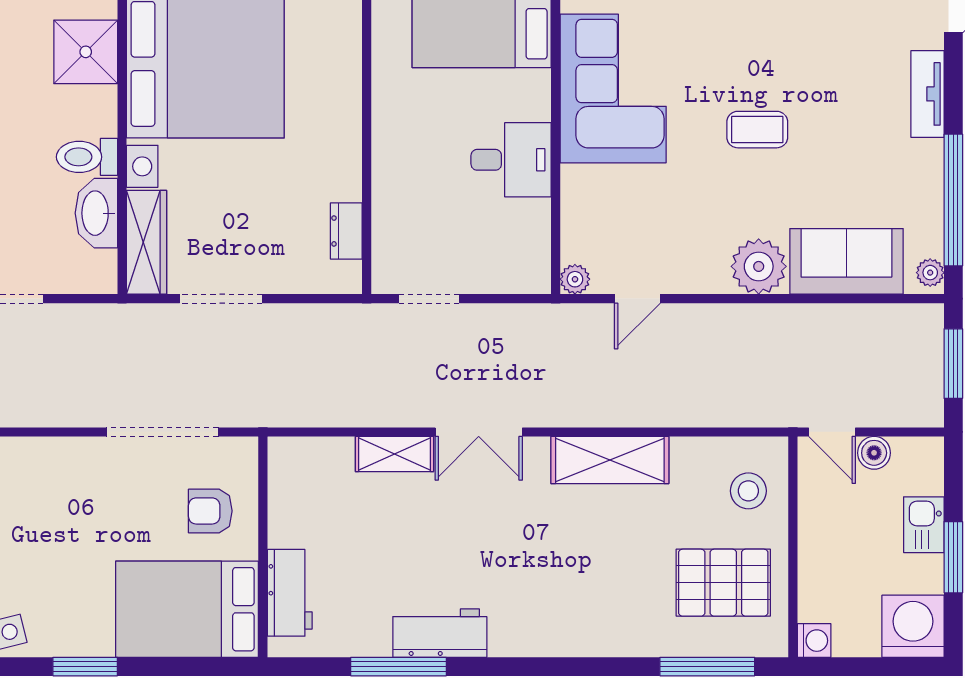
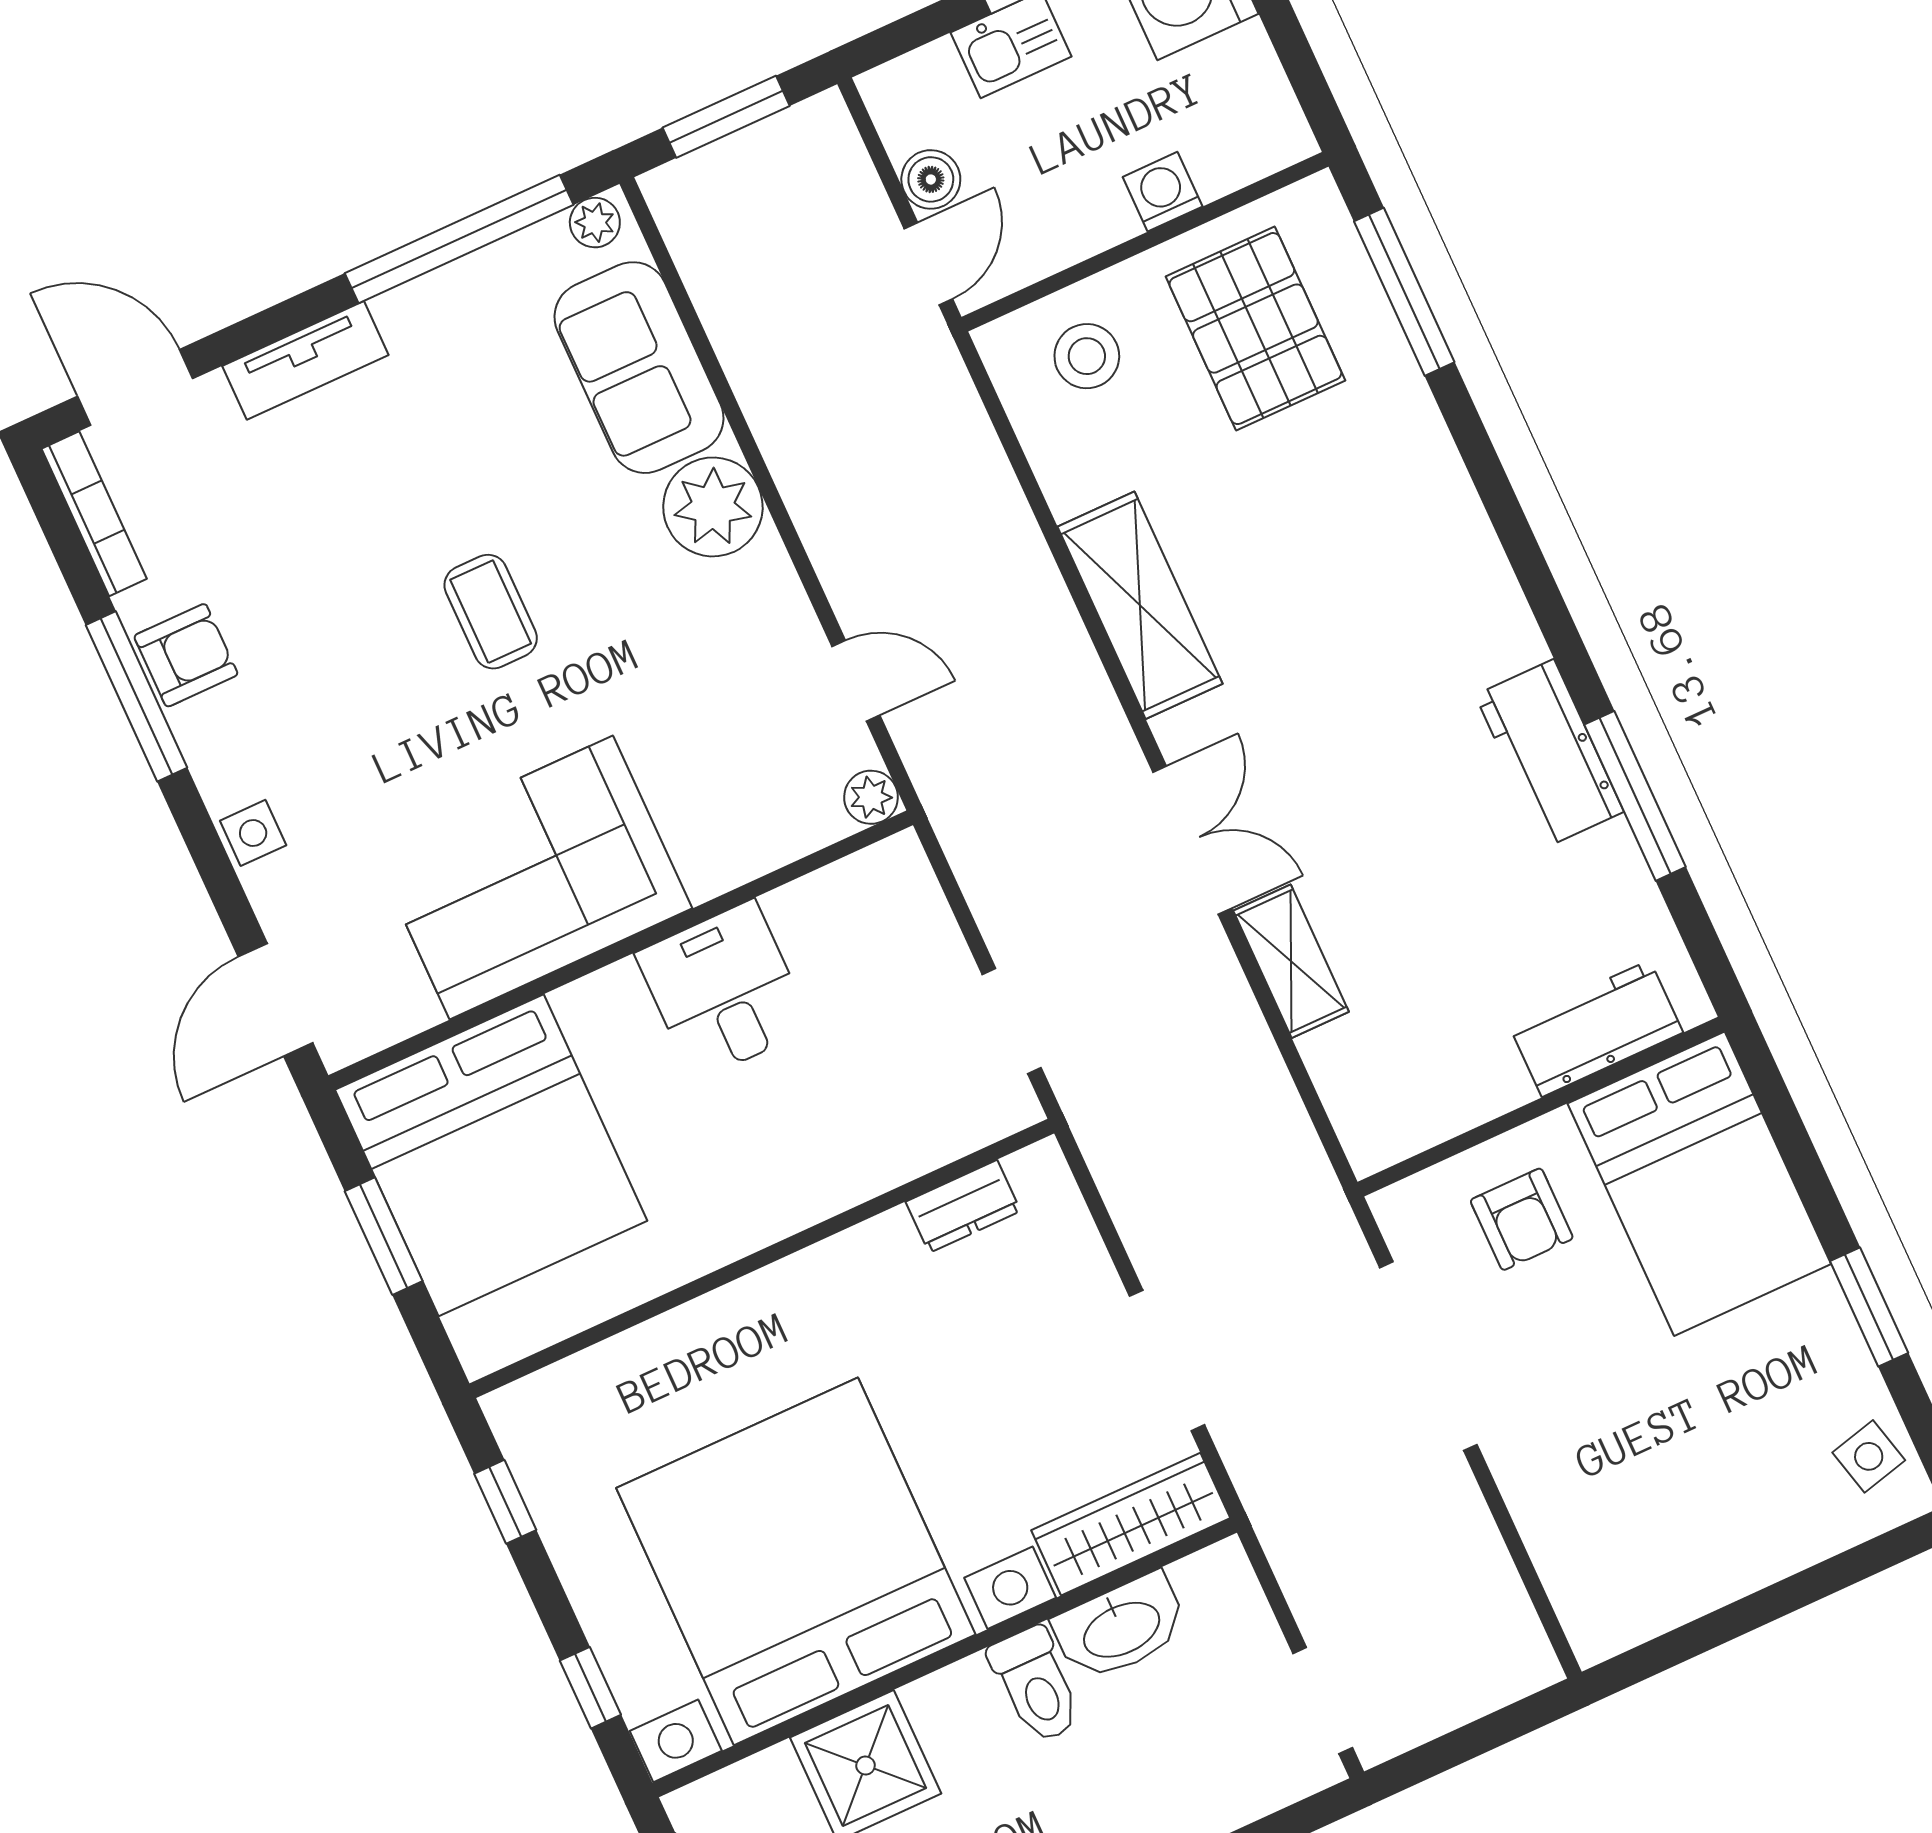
washing machine: (814, 641) -> (1163, 192), moved

